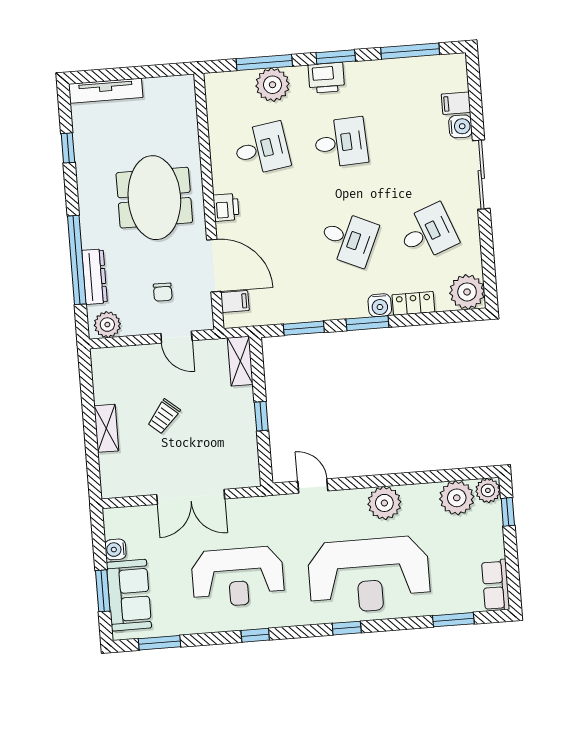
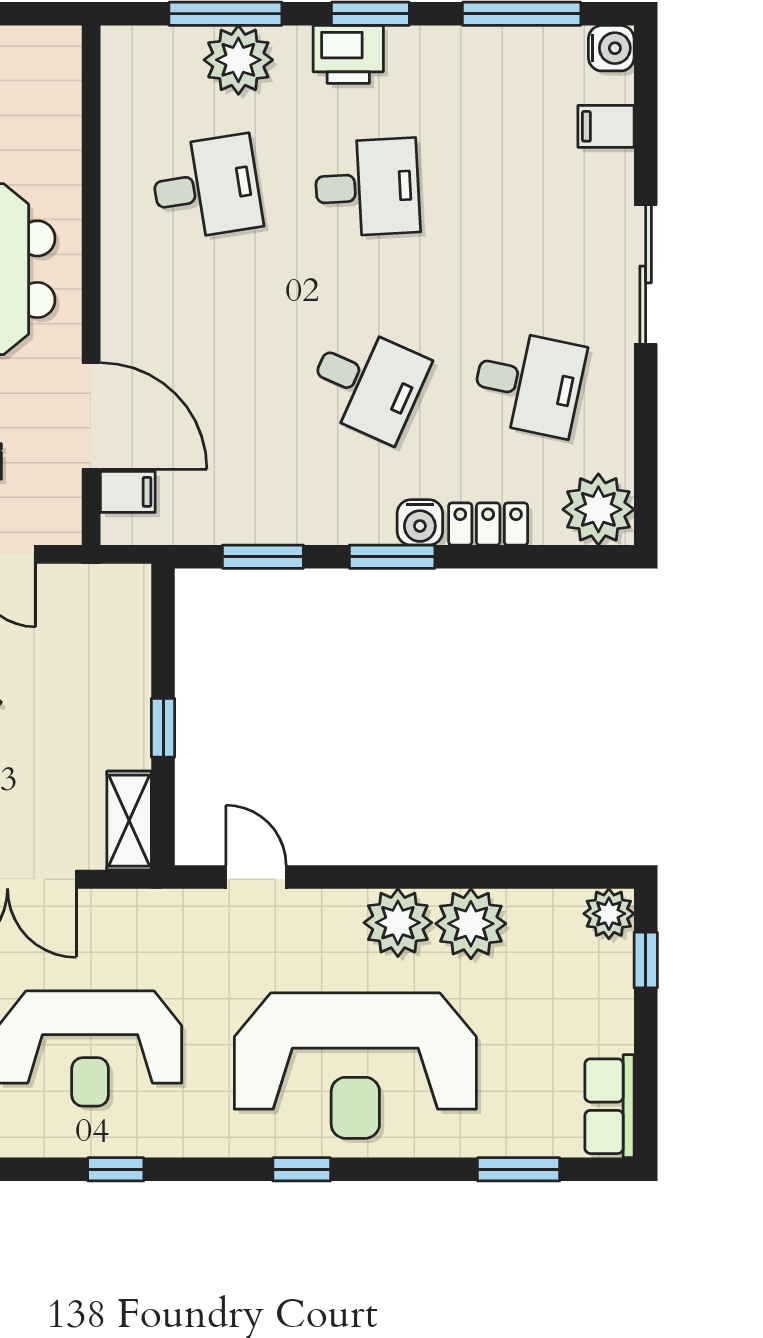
water cooler: (460, 126) -> (611, 48), moved
printer: (226, 207) -> (125, 300), removed
desk: (428, 232) -> (528, 383), turned 33
shelving: (240, 361) -> (129, 821), moved
plant: (457, 498) -> (471, 924), moved

